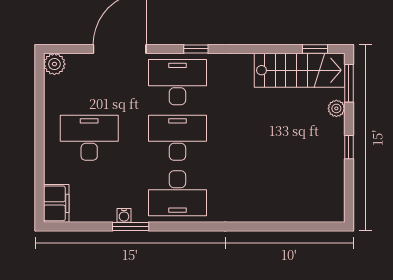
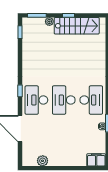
plant: (54, 64) -> (43, 161), moved
stairs: (300, 70) -> (77, 26), moved, turned 90
desk: (89, 138) -> (64, 144), removed

